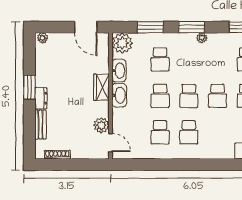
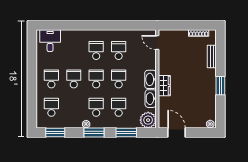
school desk: (189, 59) -> (96, 107), added
dresser: (41, 98) -> (211, 77), removed
plant: (101, 125) -> (164, 56), removed

